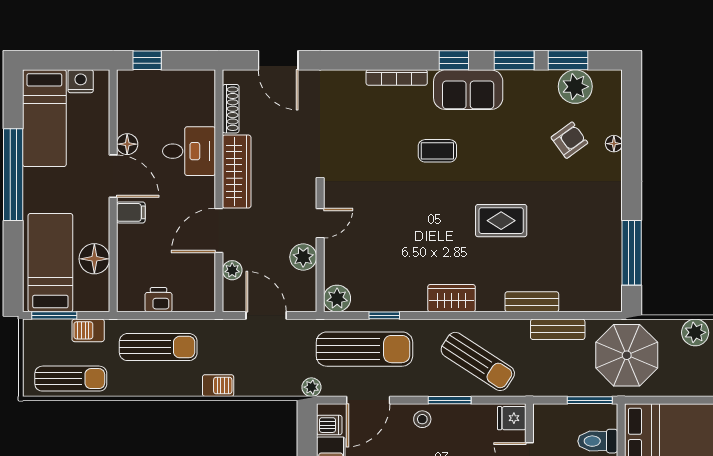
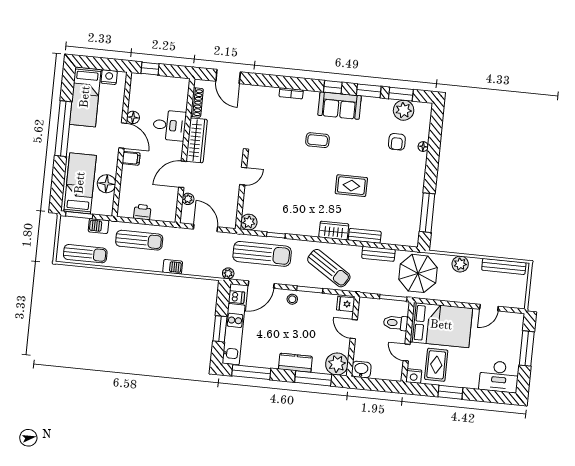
bookcase: (397, 78) -> (291, 93), width x0.64
armchair: (569, 140) -> (397, 142), turned 126
plant: (303, 257) -> (231, 195), removed
wardrobe: (451, 298) -> (334, 231), moved

